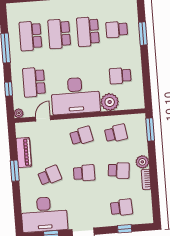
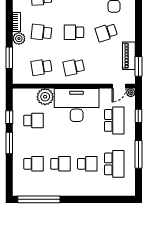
school desk: (88, 32) -> (60, 164), width x0.54
school desk: (59, 34) -> (87, 164), width x0.54
window: (143, 34) -> (9, 143), moved
window: (146, 77) -> (9, 117), added
door: (43, 118) -> (119, 86), moved
window: (150, 129) -> (9, 58), moved
window: (15, 171) -> (138, 66), moved

